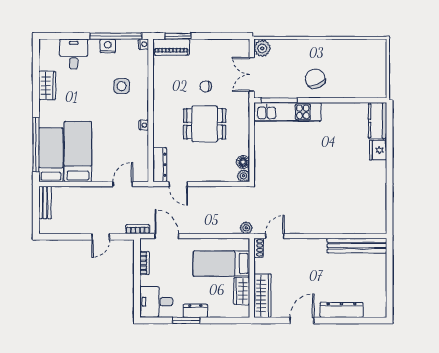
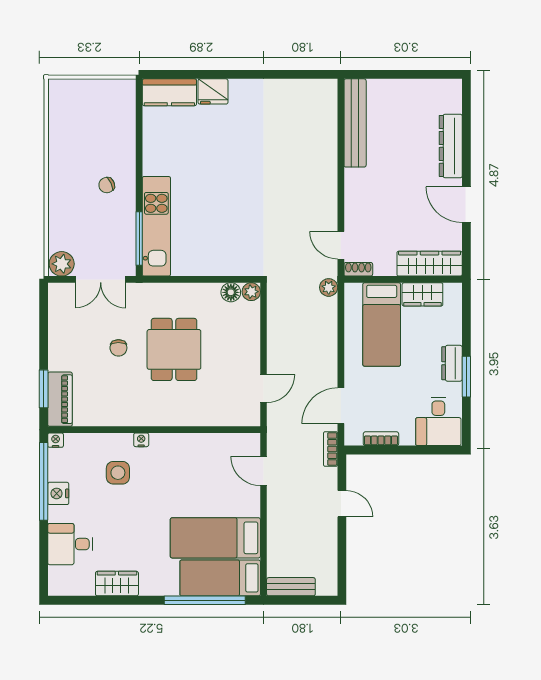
chair: (315, 79) -> (107, 185), width x0.54, depth x0.54
nightstand: (144, 125) -> (141, 440), moved
dresser: (160, 165) -> (235, 416), removed

